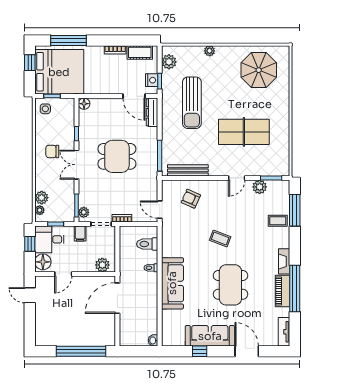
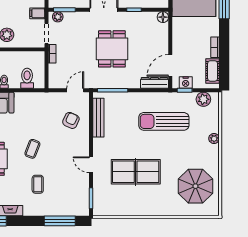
table tennis table: (244, 132) -> (136, 172), turned 90
plant: (260, 187) -> (82, 187), removed
door: (160, 210) -> (75, 90), moved
coffee table: (278, 221) -> (38, 184), moved

